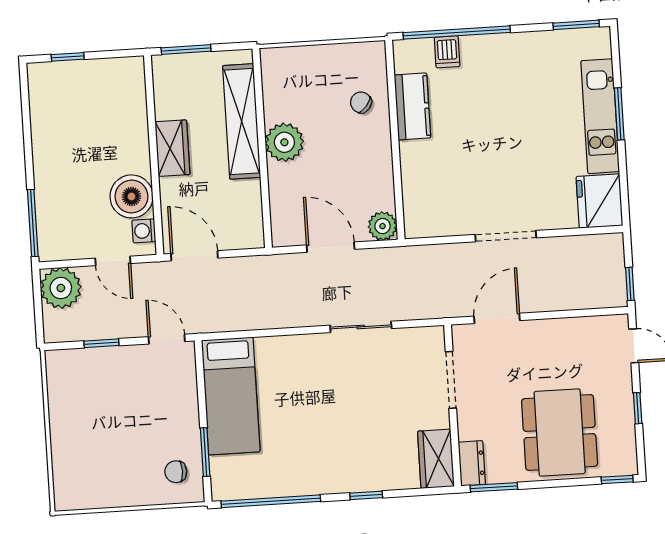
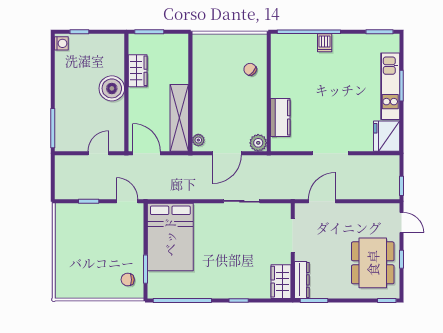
dishwasher: (447, 52) -> (325, 43), moved
kitchen counter: (412, 106) -> (280, 117), moved
shelving: (242, 121) -> (179, 118), moved
plant: (284, 142) -> (198, 140), moved, width x0.53, depth x0.53
wardrobe: (172, 148) -> (138, 71), moved
boiler: (132, 196) -> (112, 88), moved
washing machine: (144, 231) -> (61, 43), moved, turned 180
door: (331, 247) -> (227, 153), swing flipped
door: (113, 261) -> (98, 153), swing flipped
plant: (61, 288) -> (67, 167), removed
bed: (231, 396) -> (170, 237), width x1.50
dining table: (560, 433) -> (373, 263), moved
dresser: (472, 463) -> (302, 280), width x1.44

